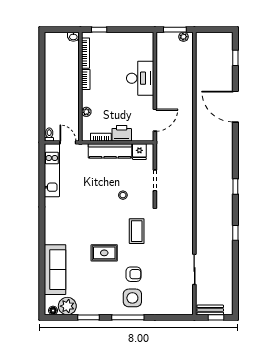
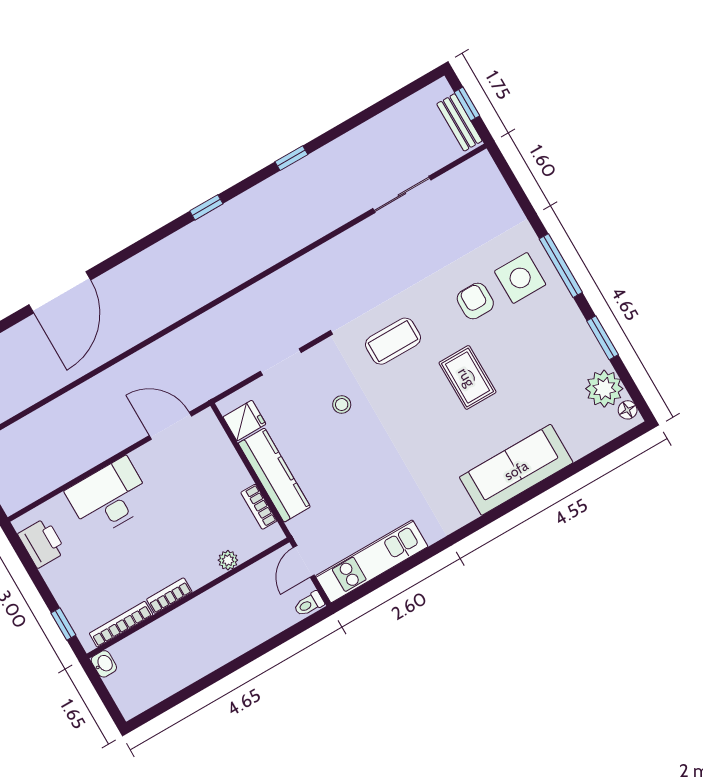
printer: (122, 133) -> (42, 543), moved, turned 180
sofa: (55, 270) -> (516, 470), moved

